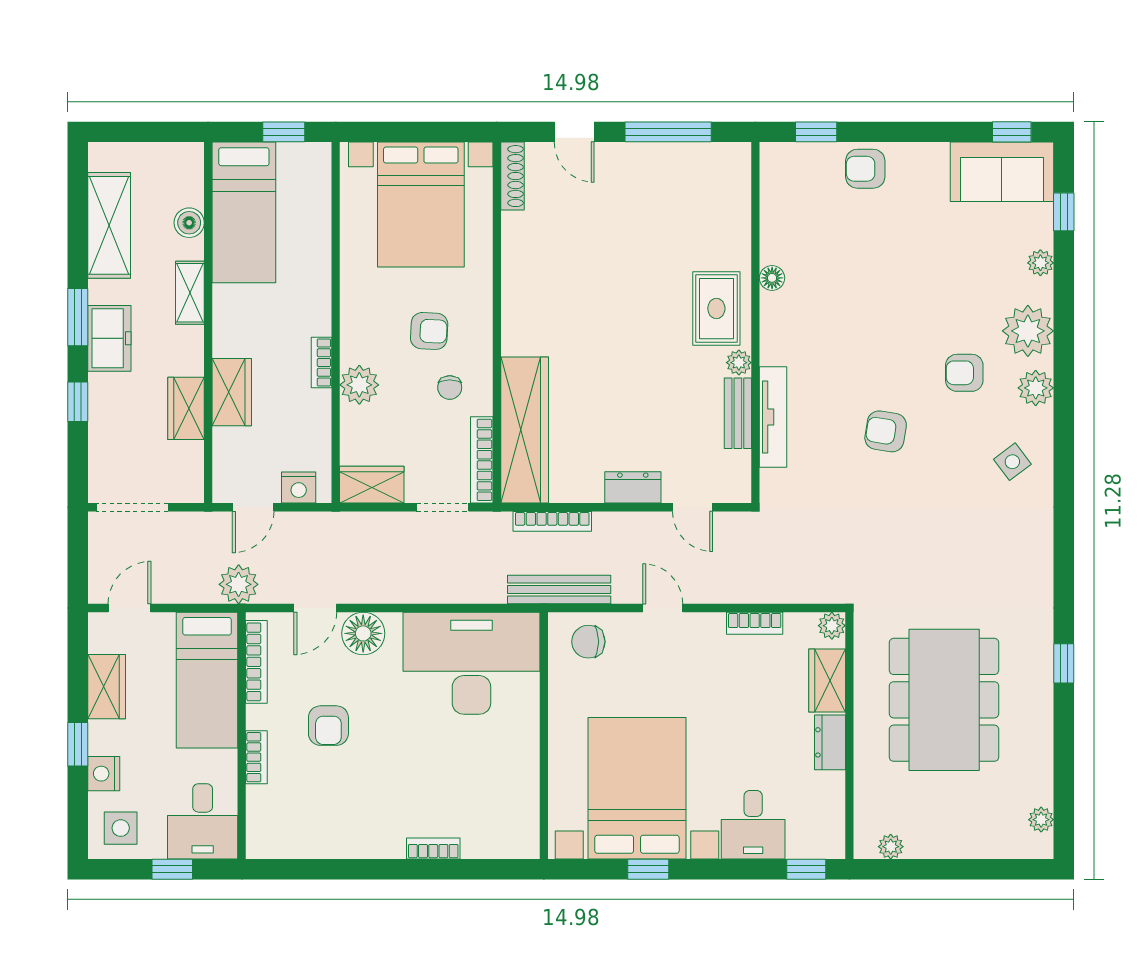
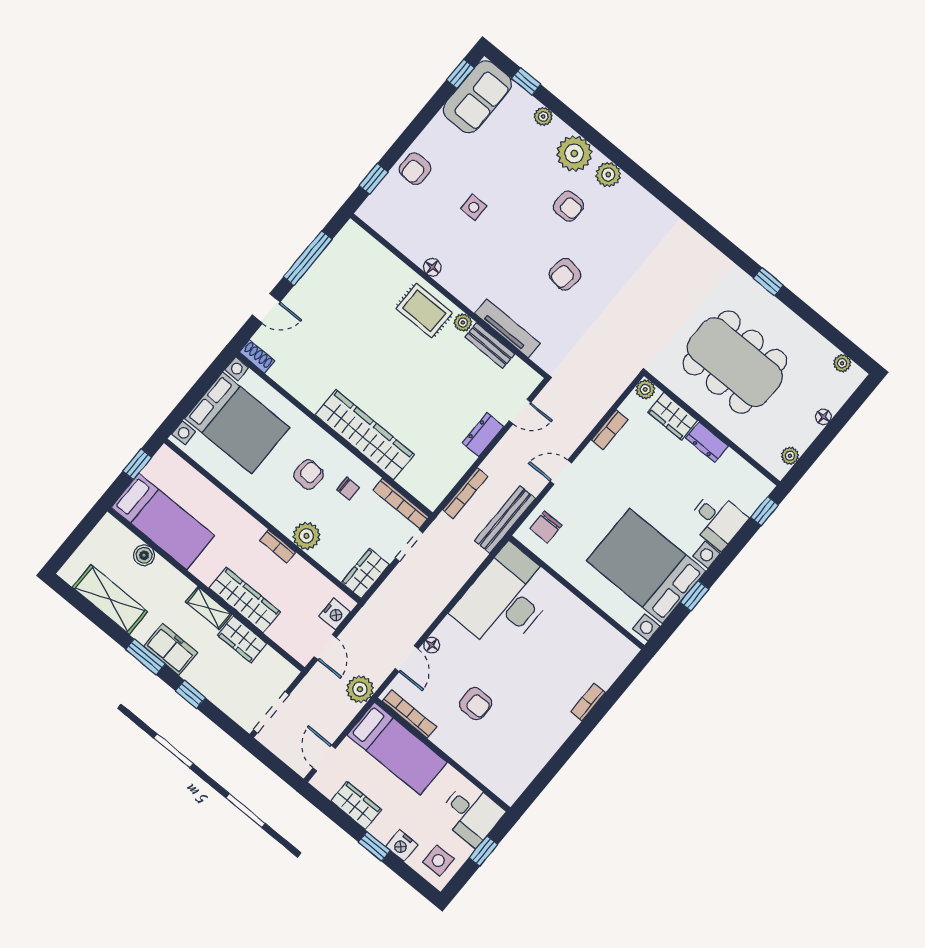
shoe rack: (513, 176) -> (257, 357), width x0.70
shelving: (190, 293) -> (209, 608), moved
armchair: (964, 373) -> (568, 206), turned -90
wardrobe: (232, 392) -> (245, 600), width x1.50
wardrobe: (525, 430) -> (365, 435), moved
side table: (1012, 462) -> (474, 207), moved, turned 37
floor lamp: (363, 633) -> (432, 645), width x0.53, depth x0.53
bookcase: (256, 757) -> (461, 756), removed
floor lamp: (965, 848) -> (823, 417), added

